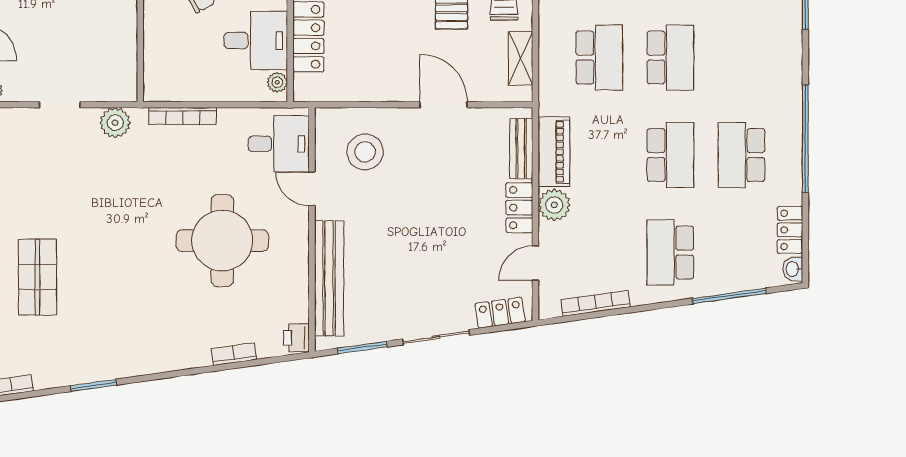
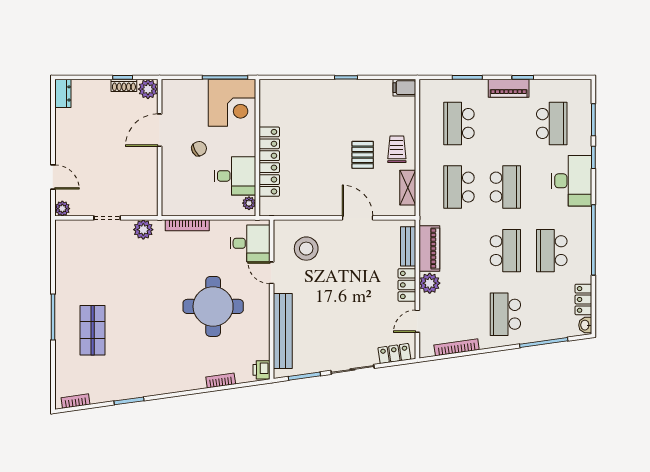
desk: (772, 48) -> (572, 181), added
school desk: (599, 58) -> (459, 187), turned 180

